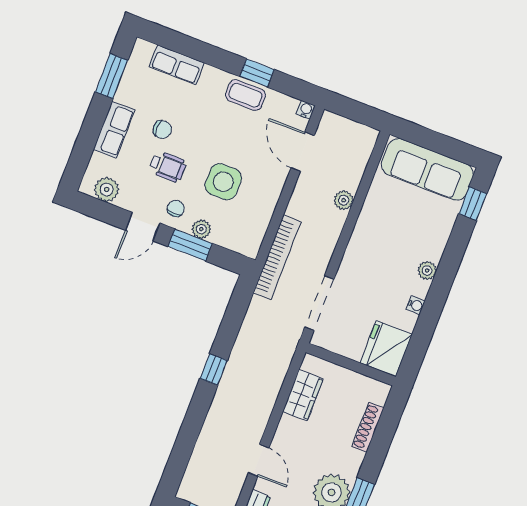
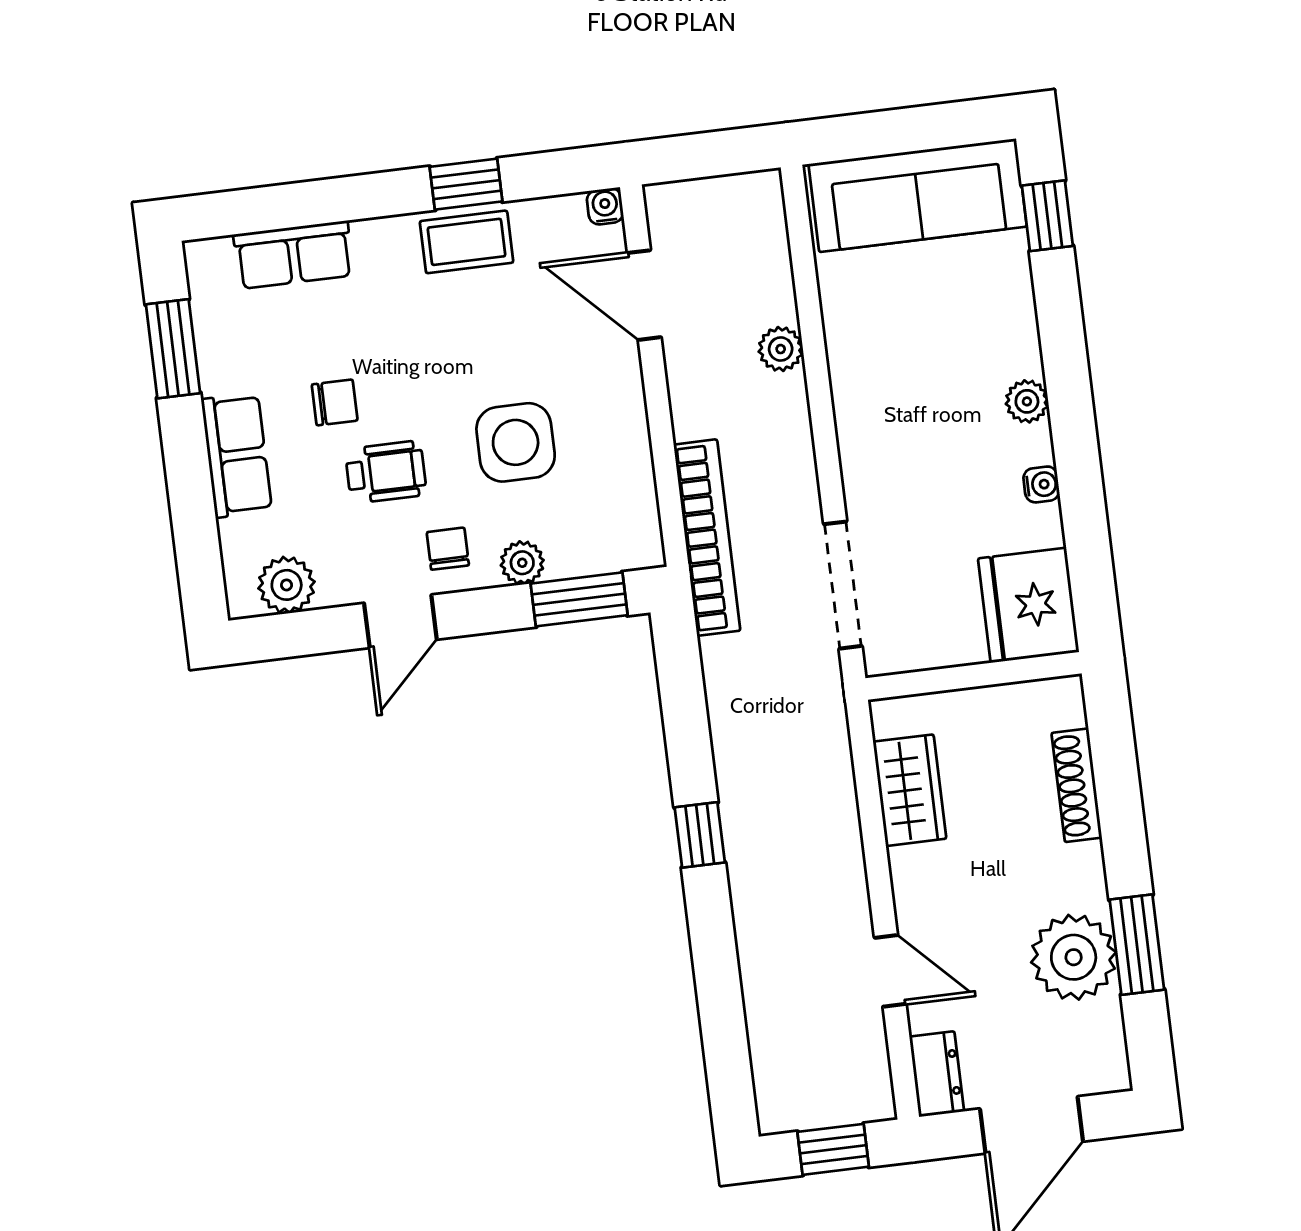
window: (190, 245) -> (579, 599), moved

